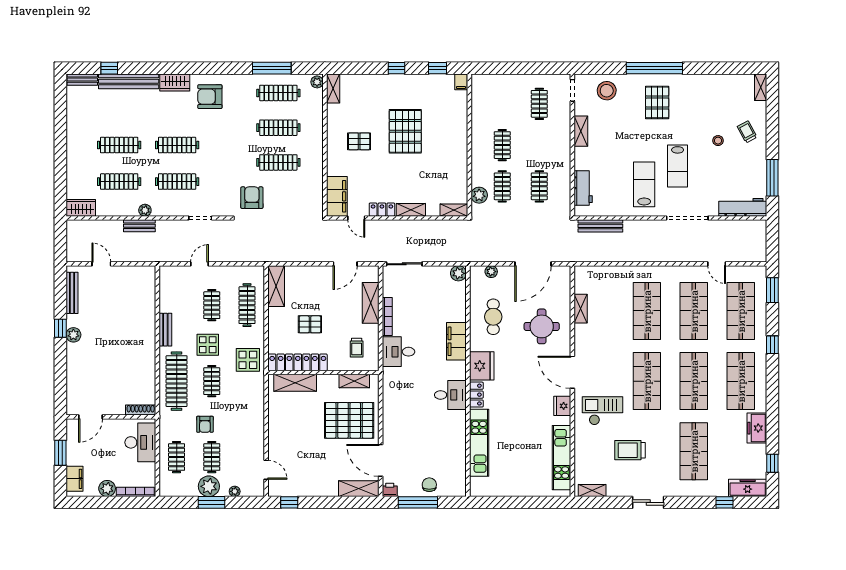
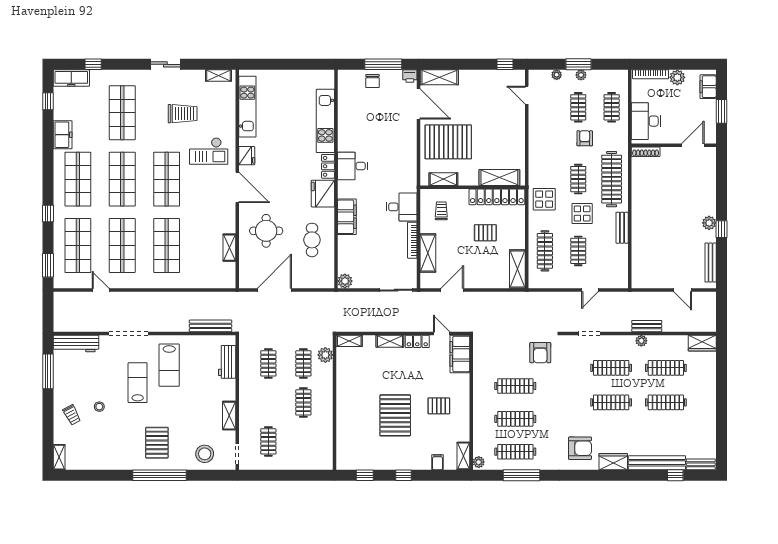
filing cabinet: (461, 82) -> (437, 462), moved
plant: (491, 272) -> (314, 283), removed
plant: (209, 486) -> (581, 75), width x0.53, depth x0.53

